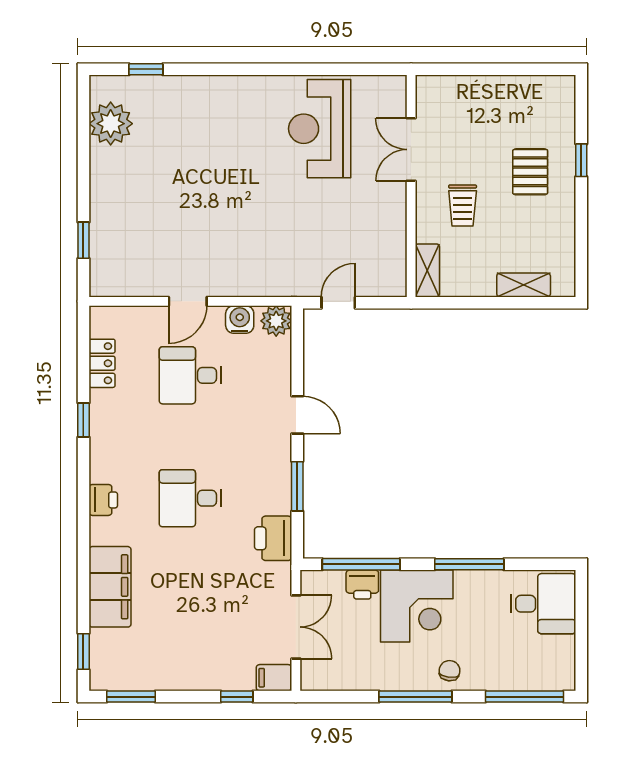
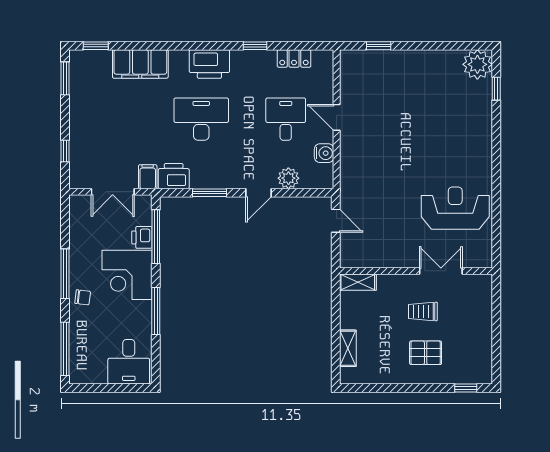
plant: (111, 124) -> (477, 64), moved
window: (581, 160) -> (466, 388), moved
trolley: (463, 206) -> (423, 311), moved
plant: (276, 321) -> (288, 178), moved
desk: (190, 498) -> (201, 119), width x1.37
printer: (103, 500) -> (209, 64), width x1.87, depth x1.48
filing cabinet: (274, 678) -> (148, 177), moved

